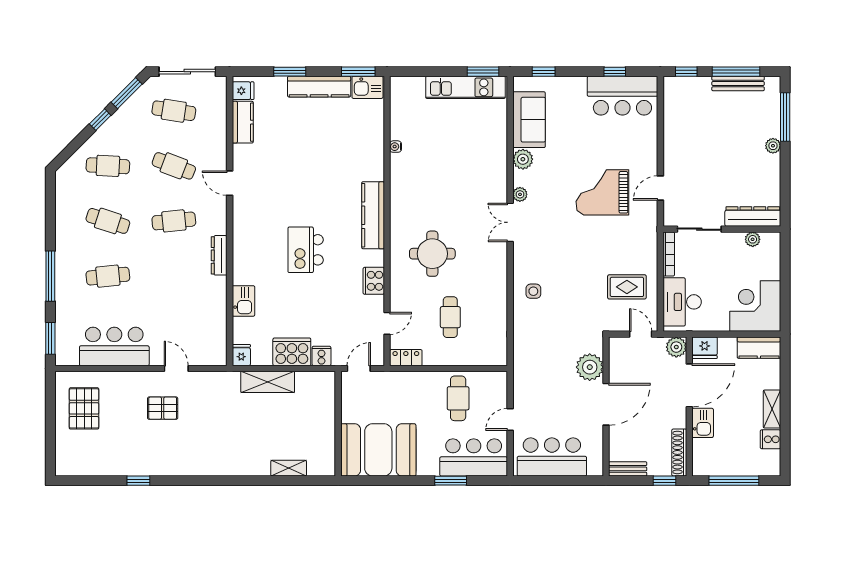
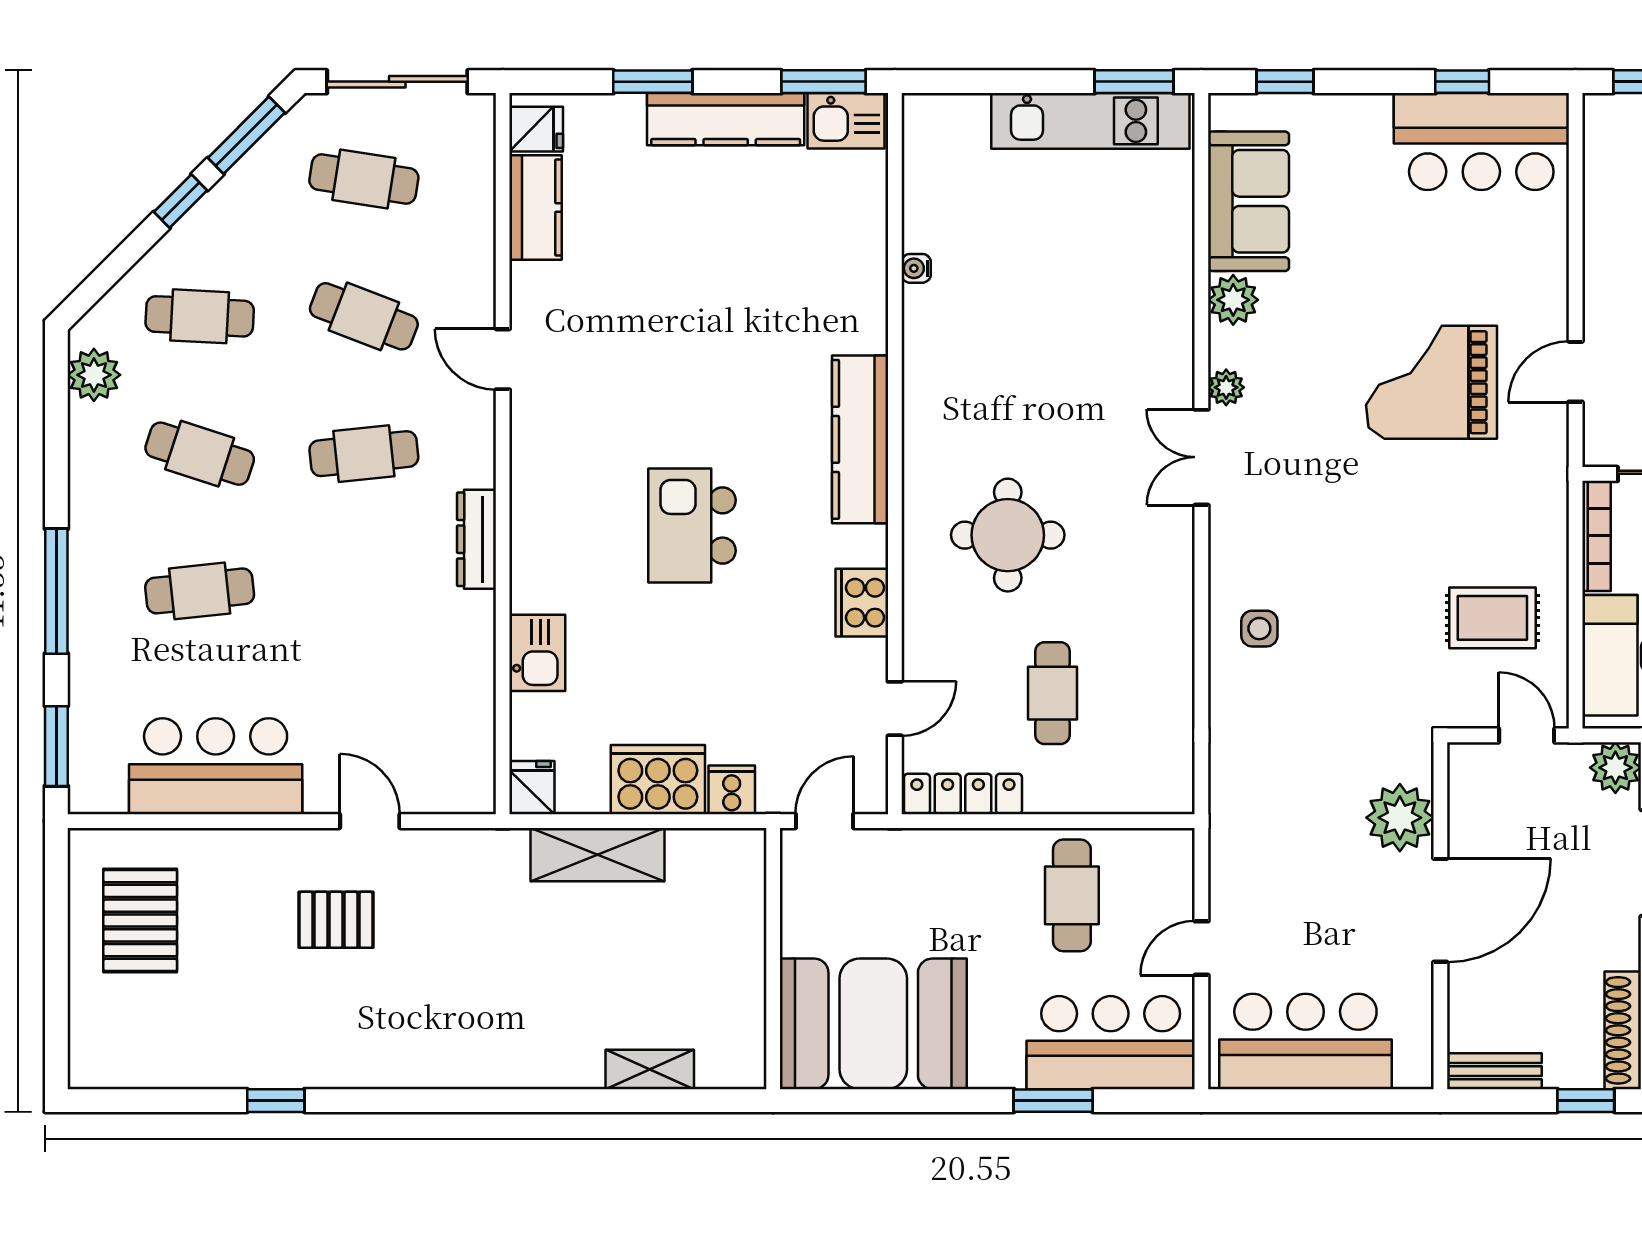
plant: (65, 189) -> (94, 375), added
locker: (406, 358) -> (963, 794), width x1.53

